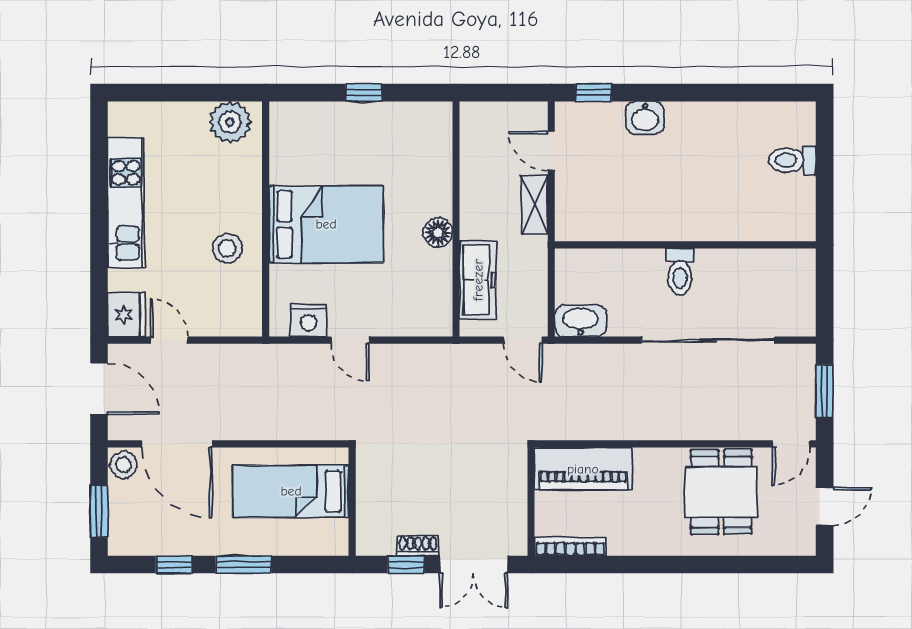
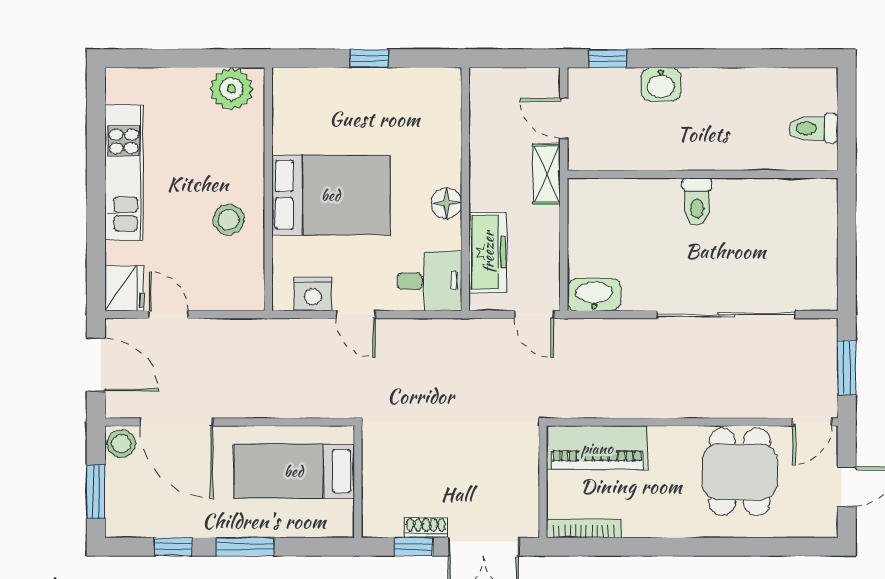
wall: (685, 245) -> (703, 174), moved
toilet: (680, 272) -> (697, 202), moved
desk: (421, 308) -> (429, 281), added

